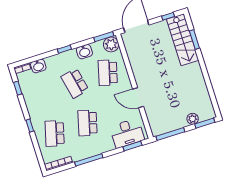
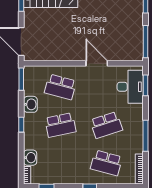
plant: (111, 44) -> (32, 74), removed
door: (138, 98) -> (97, 63), swing flipped
plant: (193, 119) -> (137, 13), removed
school desk: (87, 123) -> (106, 125), turned -33

